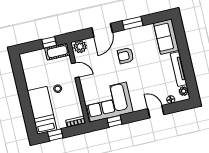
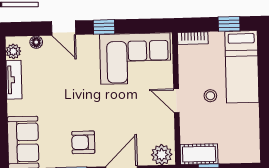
armchair: (126, 56) -> (83, 142), moved, turned 180
tv unit: (179, 69) -> (14, 80), width x0.71
door: (75, 70) -> (176, 101), moved
window: (115, 121) -> (104, 27), moved

